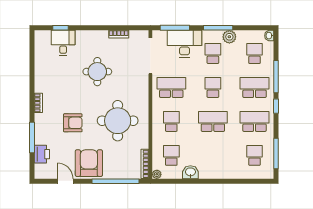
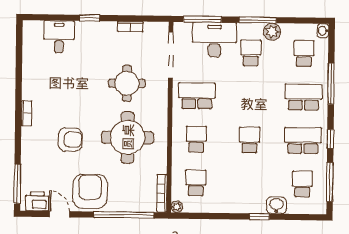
window: (60, 28) -> (90, 18), moved
round table: (97, 72) -> (127, 83), moved
school desk: (213, 87) -> (250, 96), removed
window: (276, 106) -> (330, 139), moved
school desk: (213, 121) -> (250, 140), width x0.54
window: (32, 138) -> (17, 184), moved
printer: (42, 154) -> (37, 201), moved, turned -90
washbasin: (190, 172) -> (276, 205), moved
window: (221, 181) -> (260, 217), added

